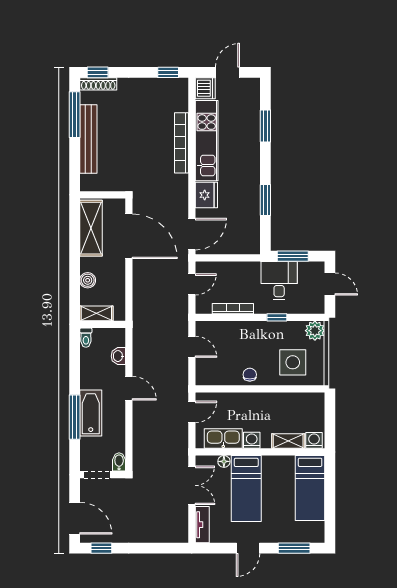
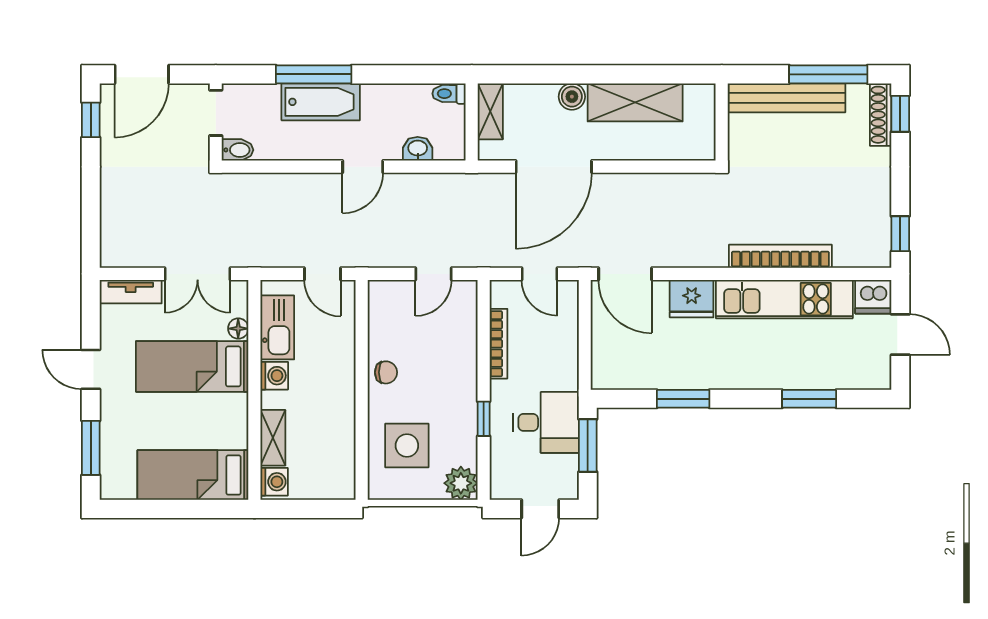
wall: (103, 195) -> (722, 122), moved
door: (129, 236) -> (554, 167), moved
boiler: (88, 280) -> (572, 97), moved

